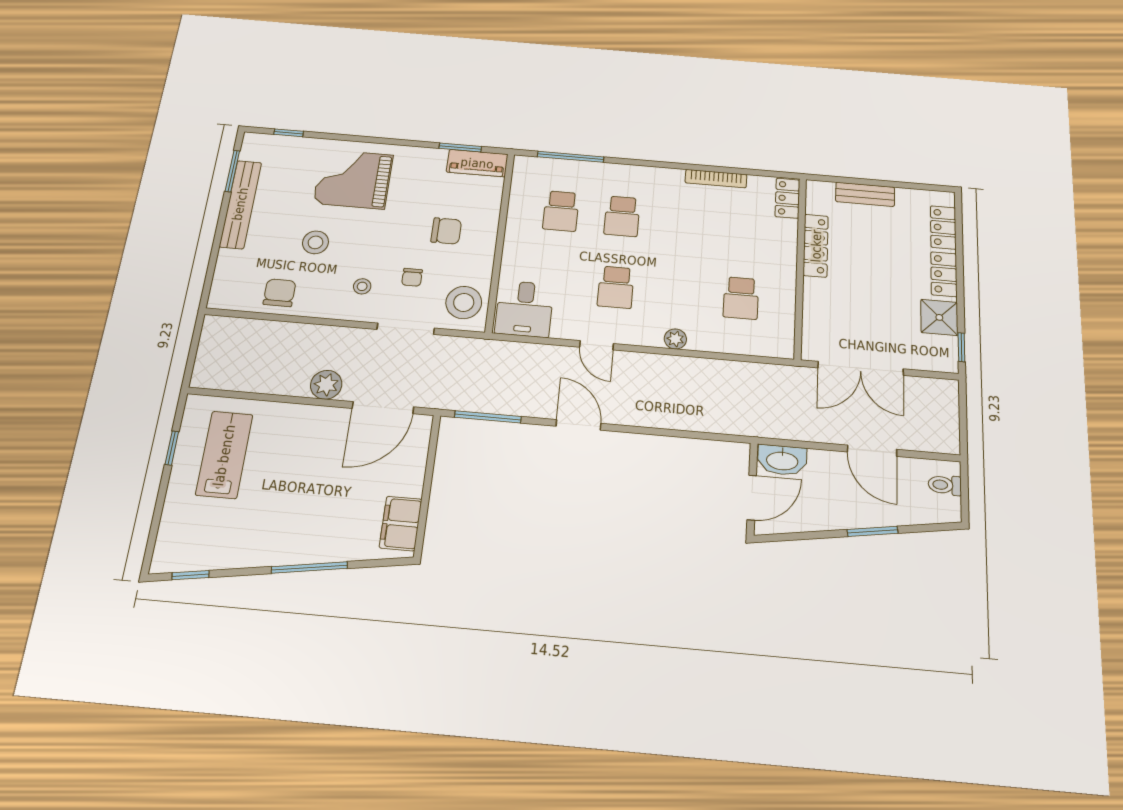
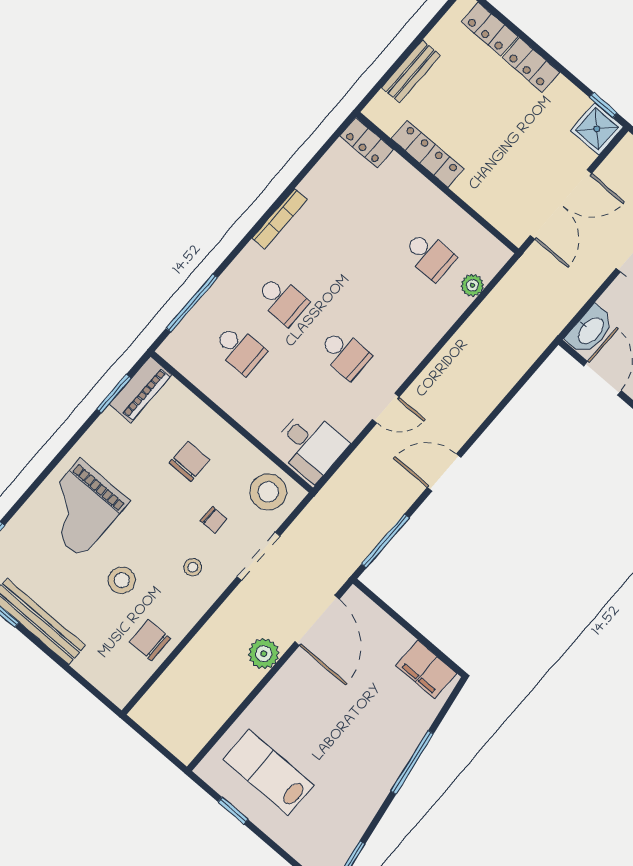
bookcase: (716, 179) -> (280, 219), moved
shower: (939, 317) -> (597, 129), moved
plant: (675, 339) -> (472, 285), moved

